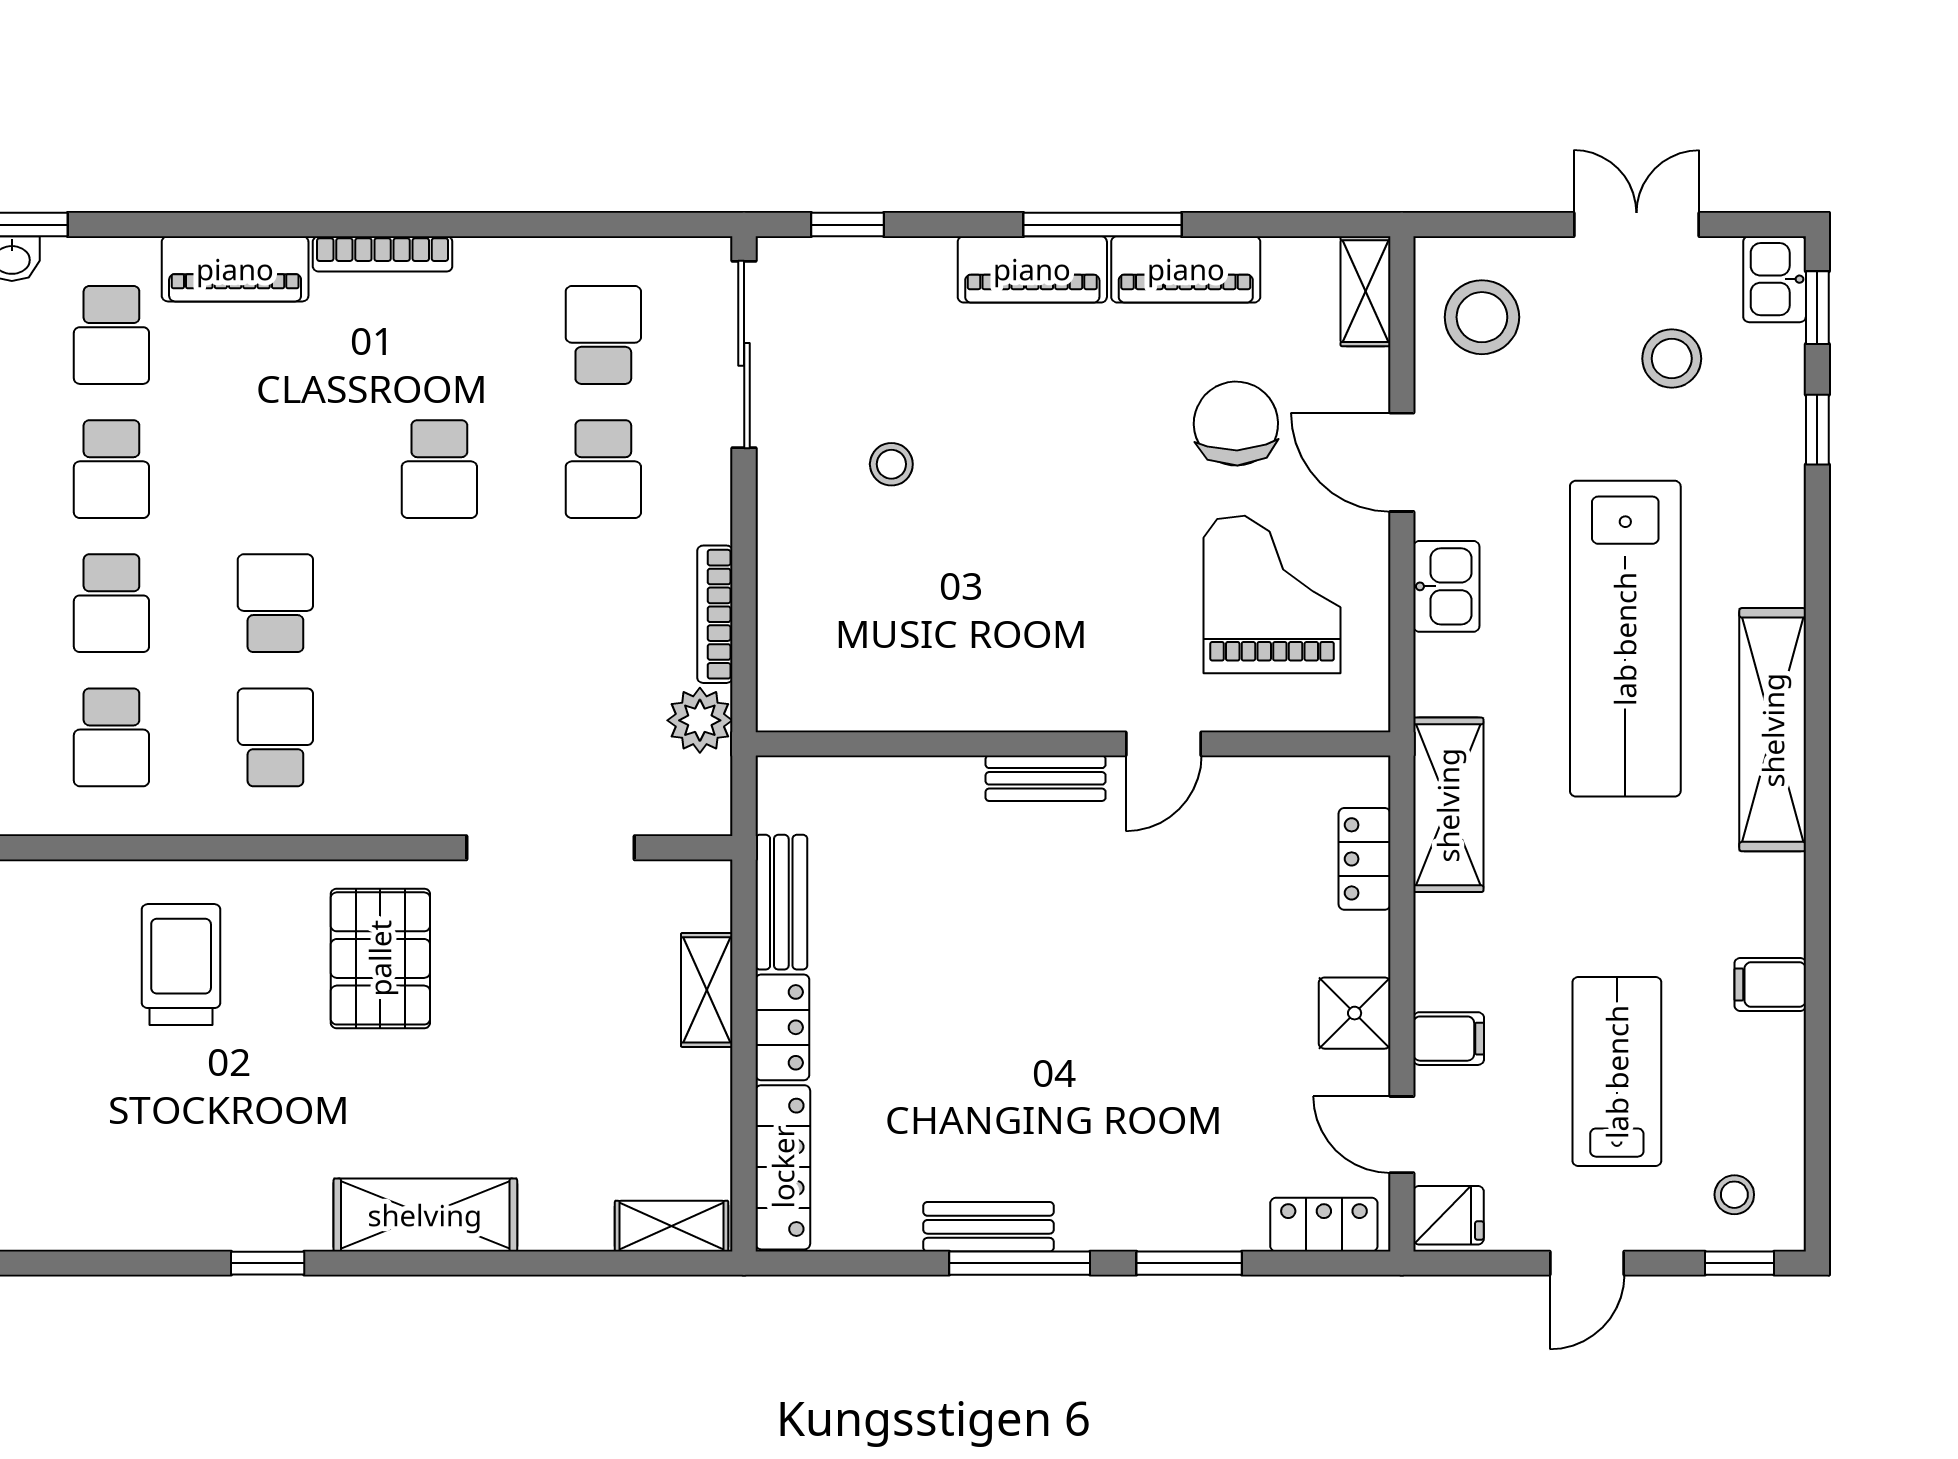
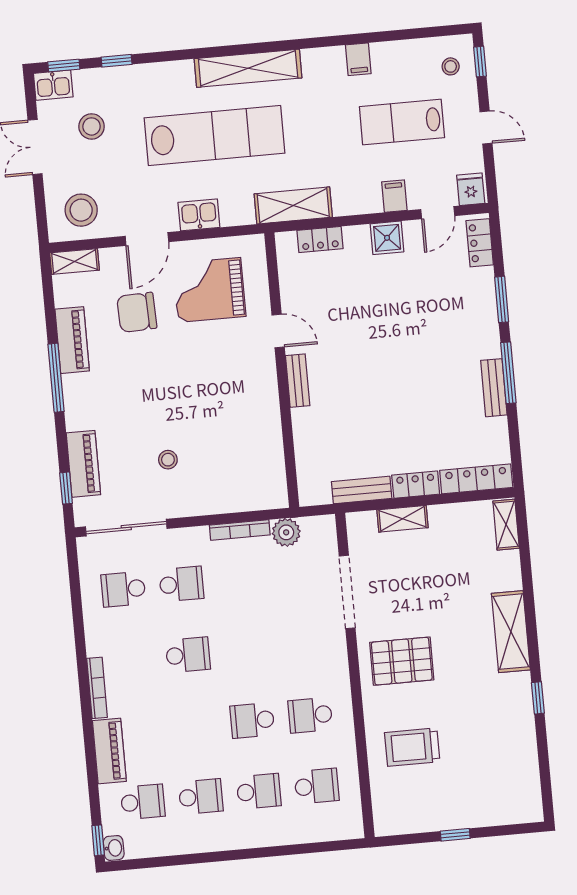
piano: (1032, 269) -> (83, 464), moved

